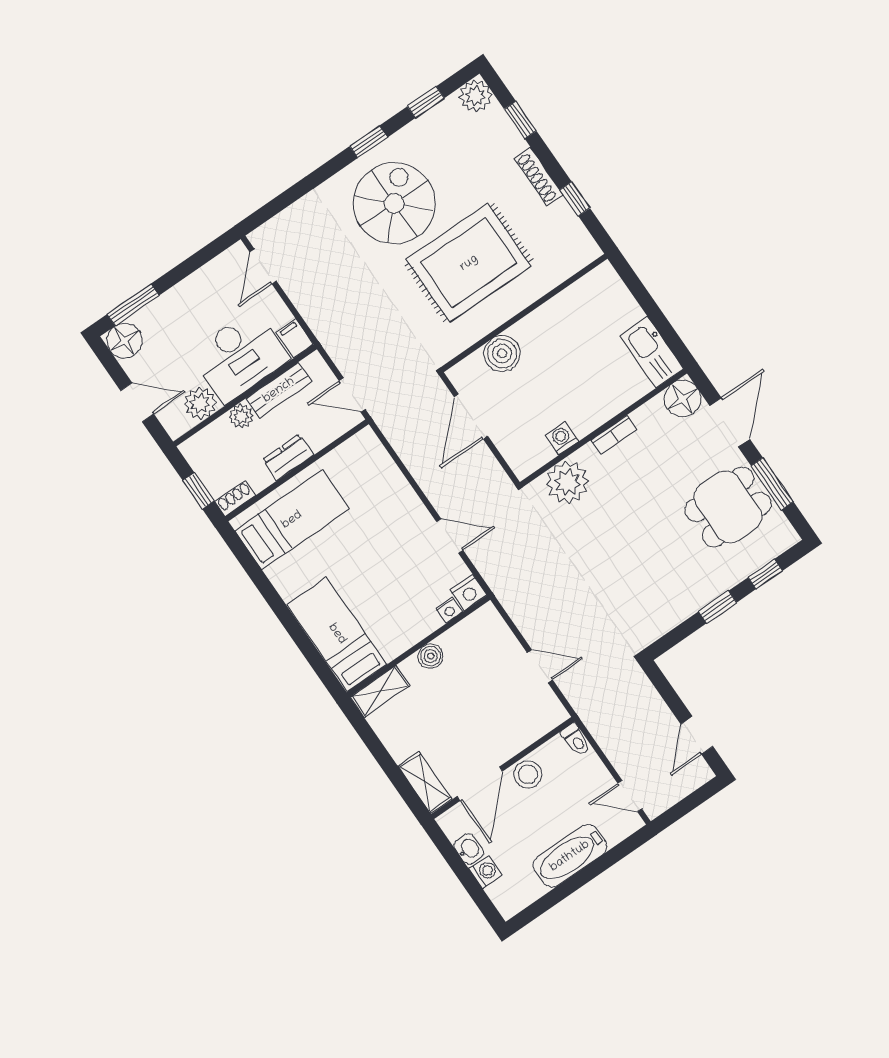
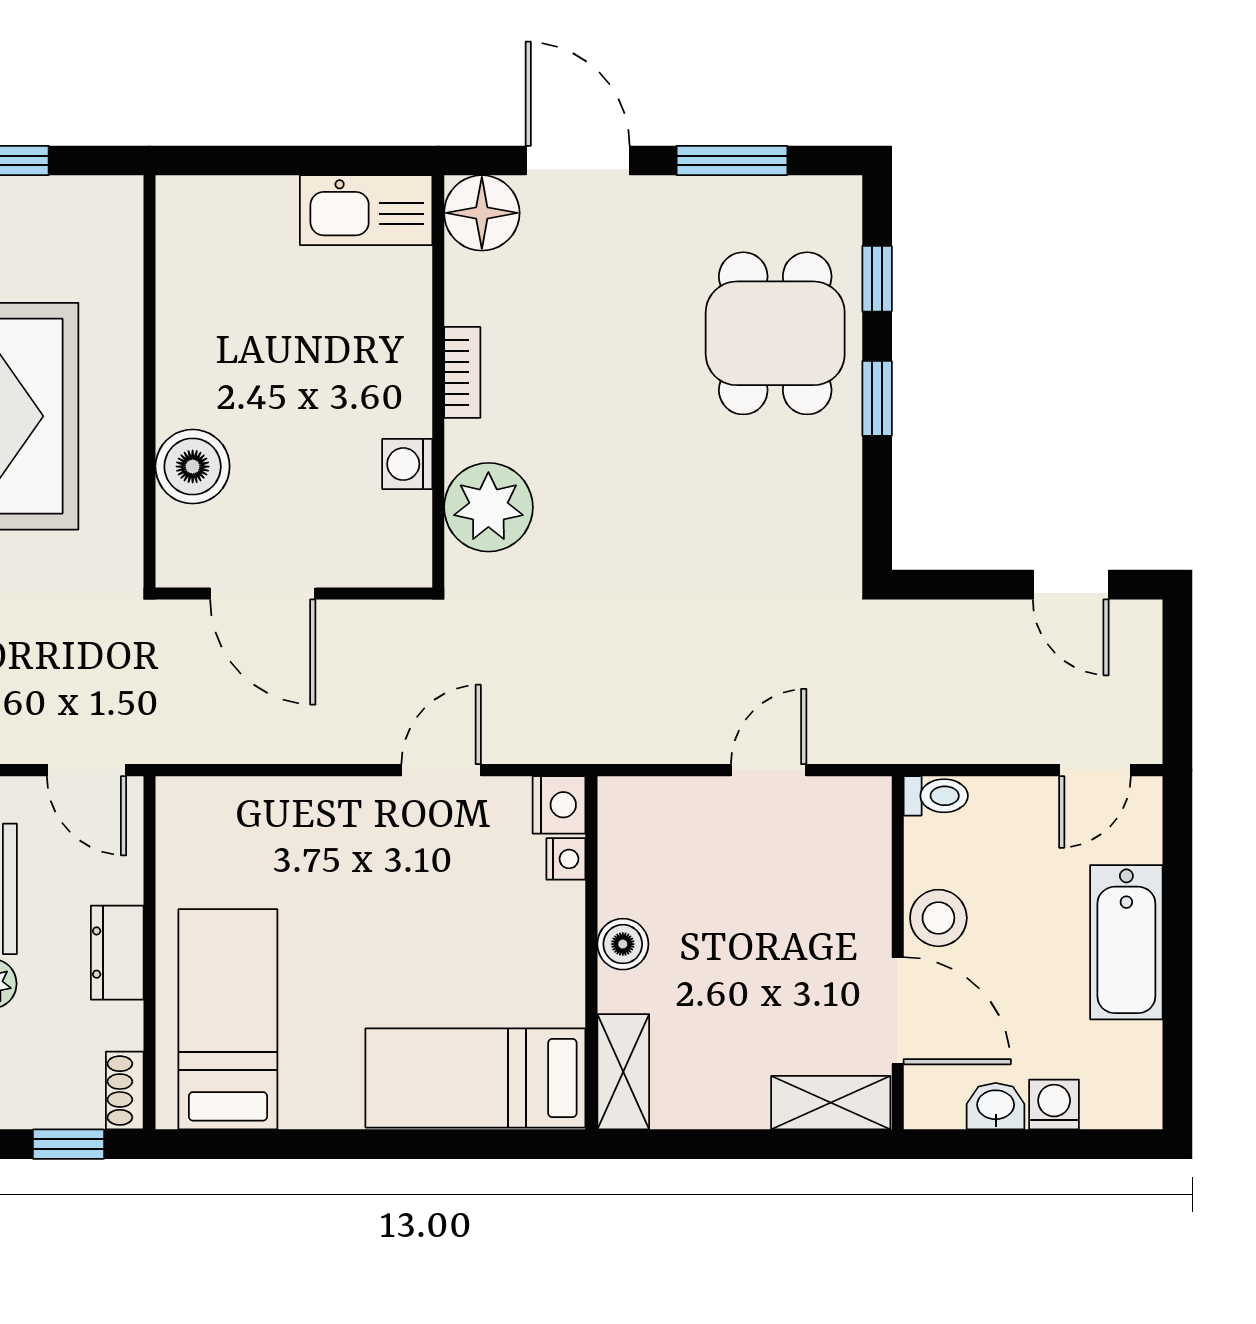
door: (352, 395) -> (86, 770), hinge flipped
dining table: (728, 507) -> (775, 333), moved

